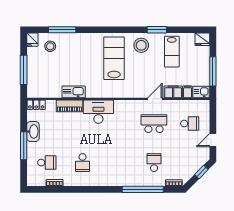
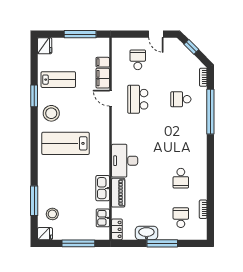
kitchen sink: (201, 92) -> (103, 218), moved
school desk: (83, 163) -> (181, 178), turned 90

